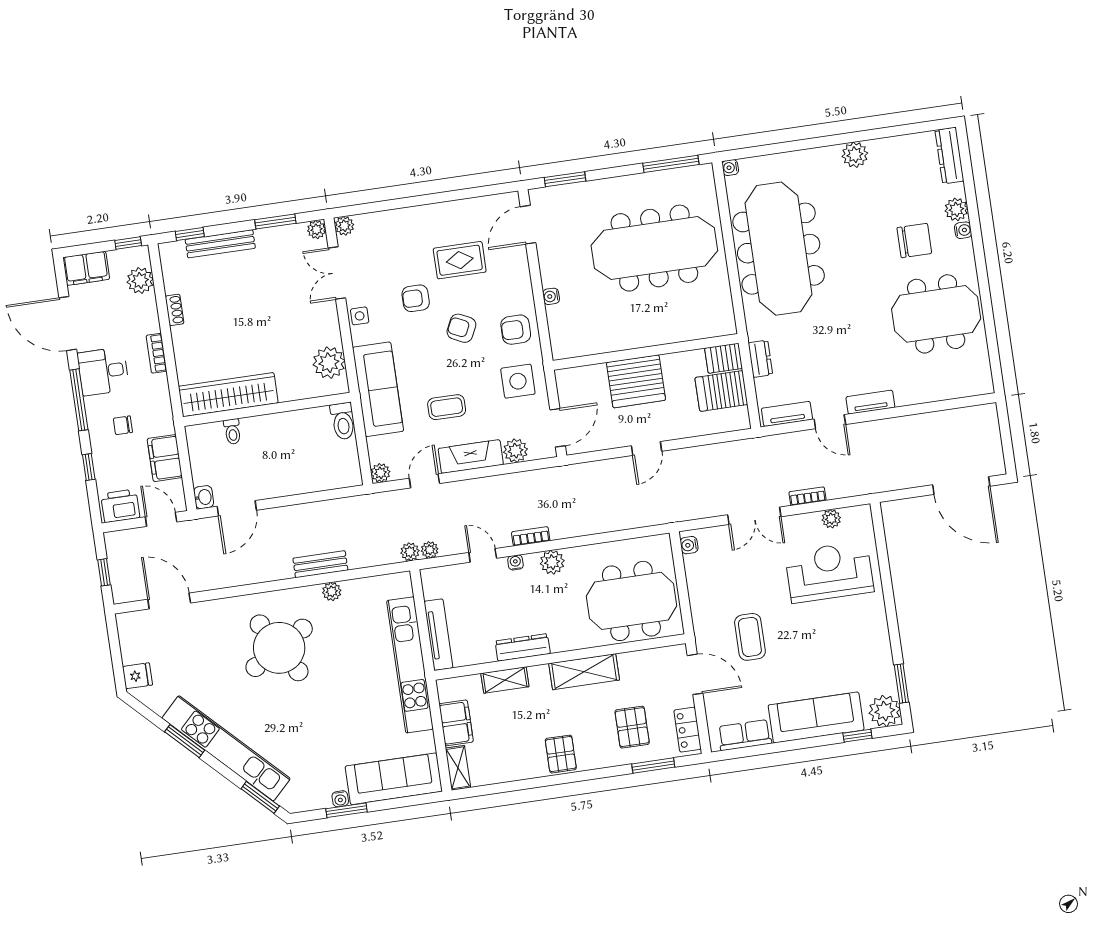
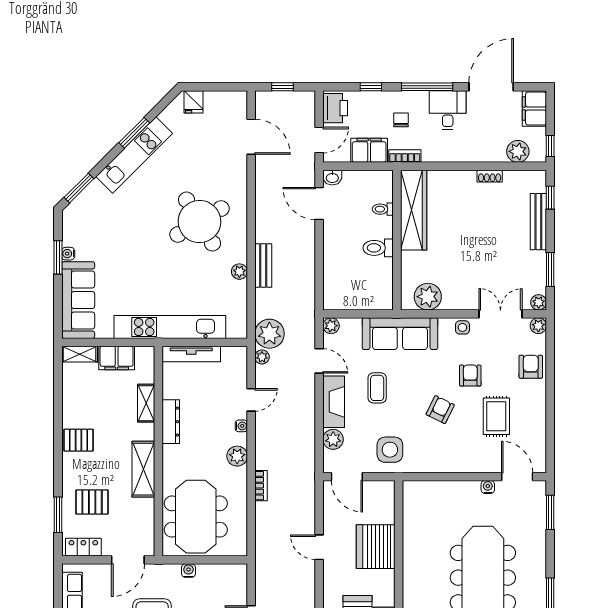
water cooler: (551, 296) -> (488, 487), moved
armchair: (516, 330) -> (531, 367), moved
bookcase: (156, 353) -> (405, 156), moved
toilet: (343, 421) -> (378, 248), moved
bookcase: (531, 536) -> (261, 486), moved
water cooler: (689, 545) -> (188, 571), moved
plant: (410, 552) -> (269, 334), width x1.88, depth x1.88
door: (169, 601) -> (251, 137), hinge flipped
kitchen unit: (226, 748) -> (134, 155), width x0.73

